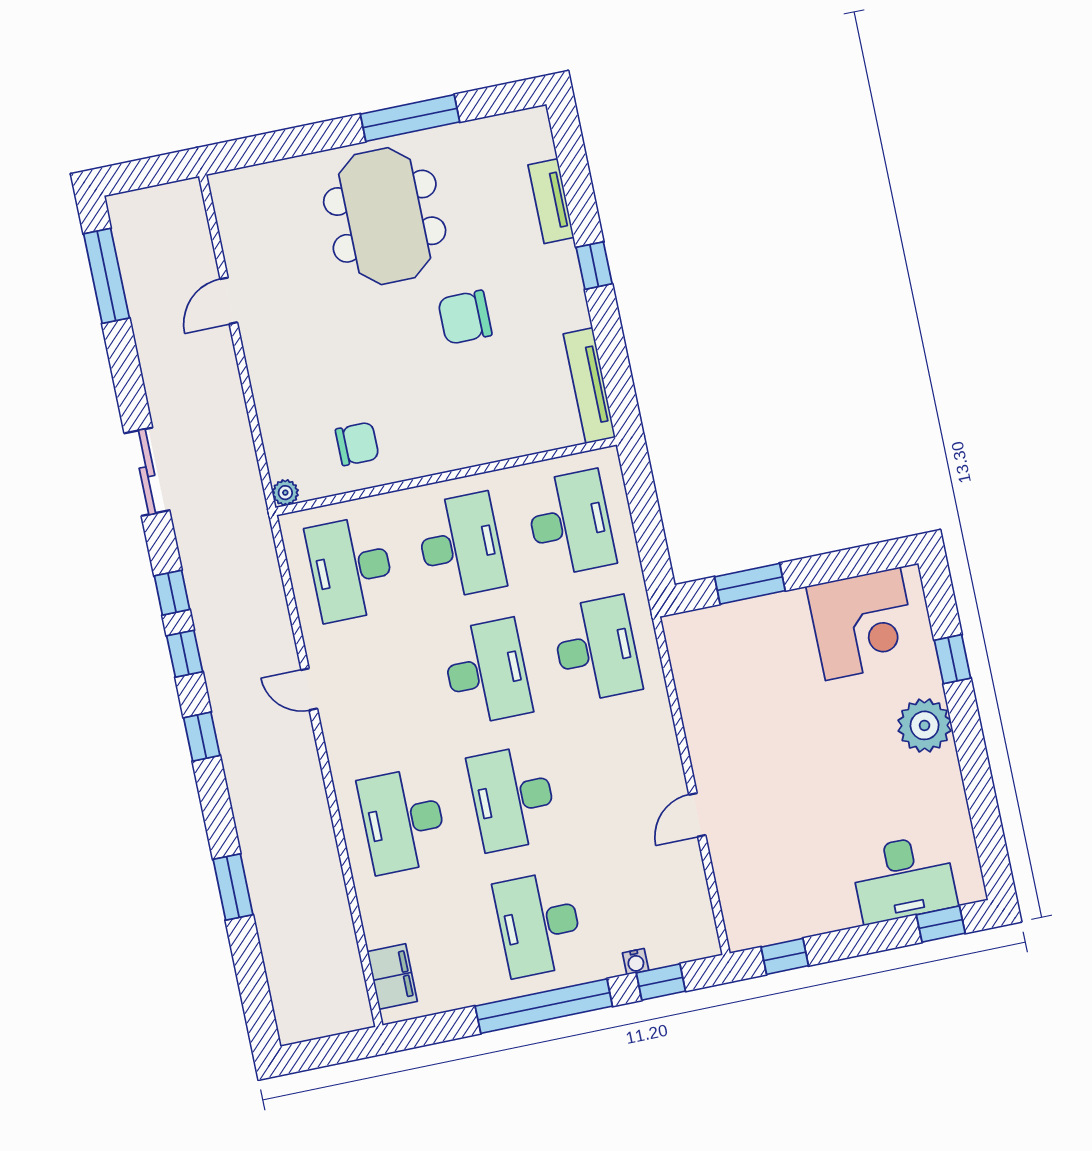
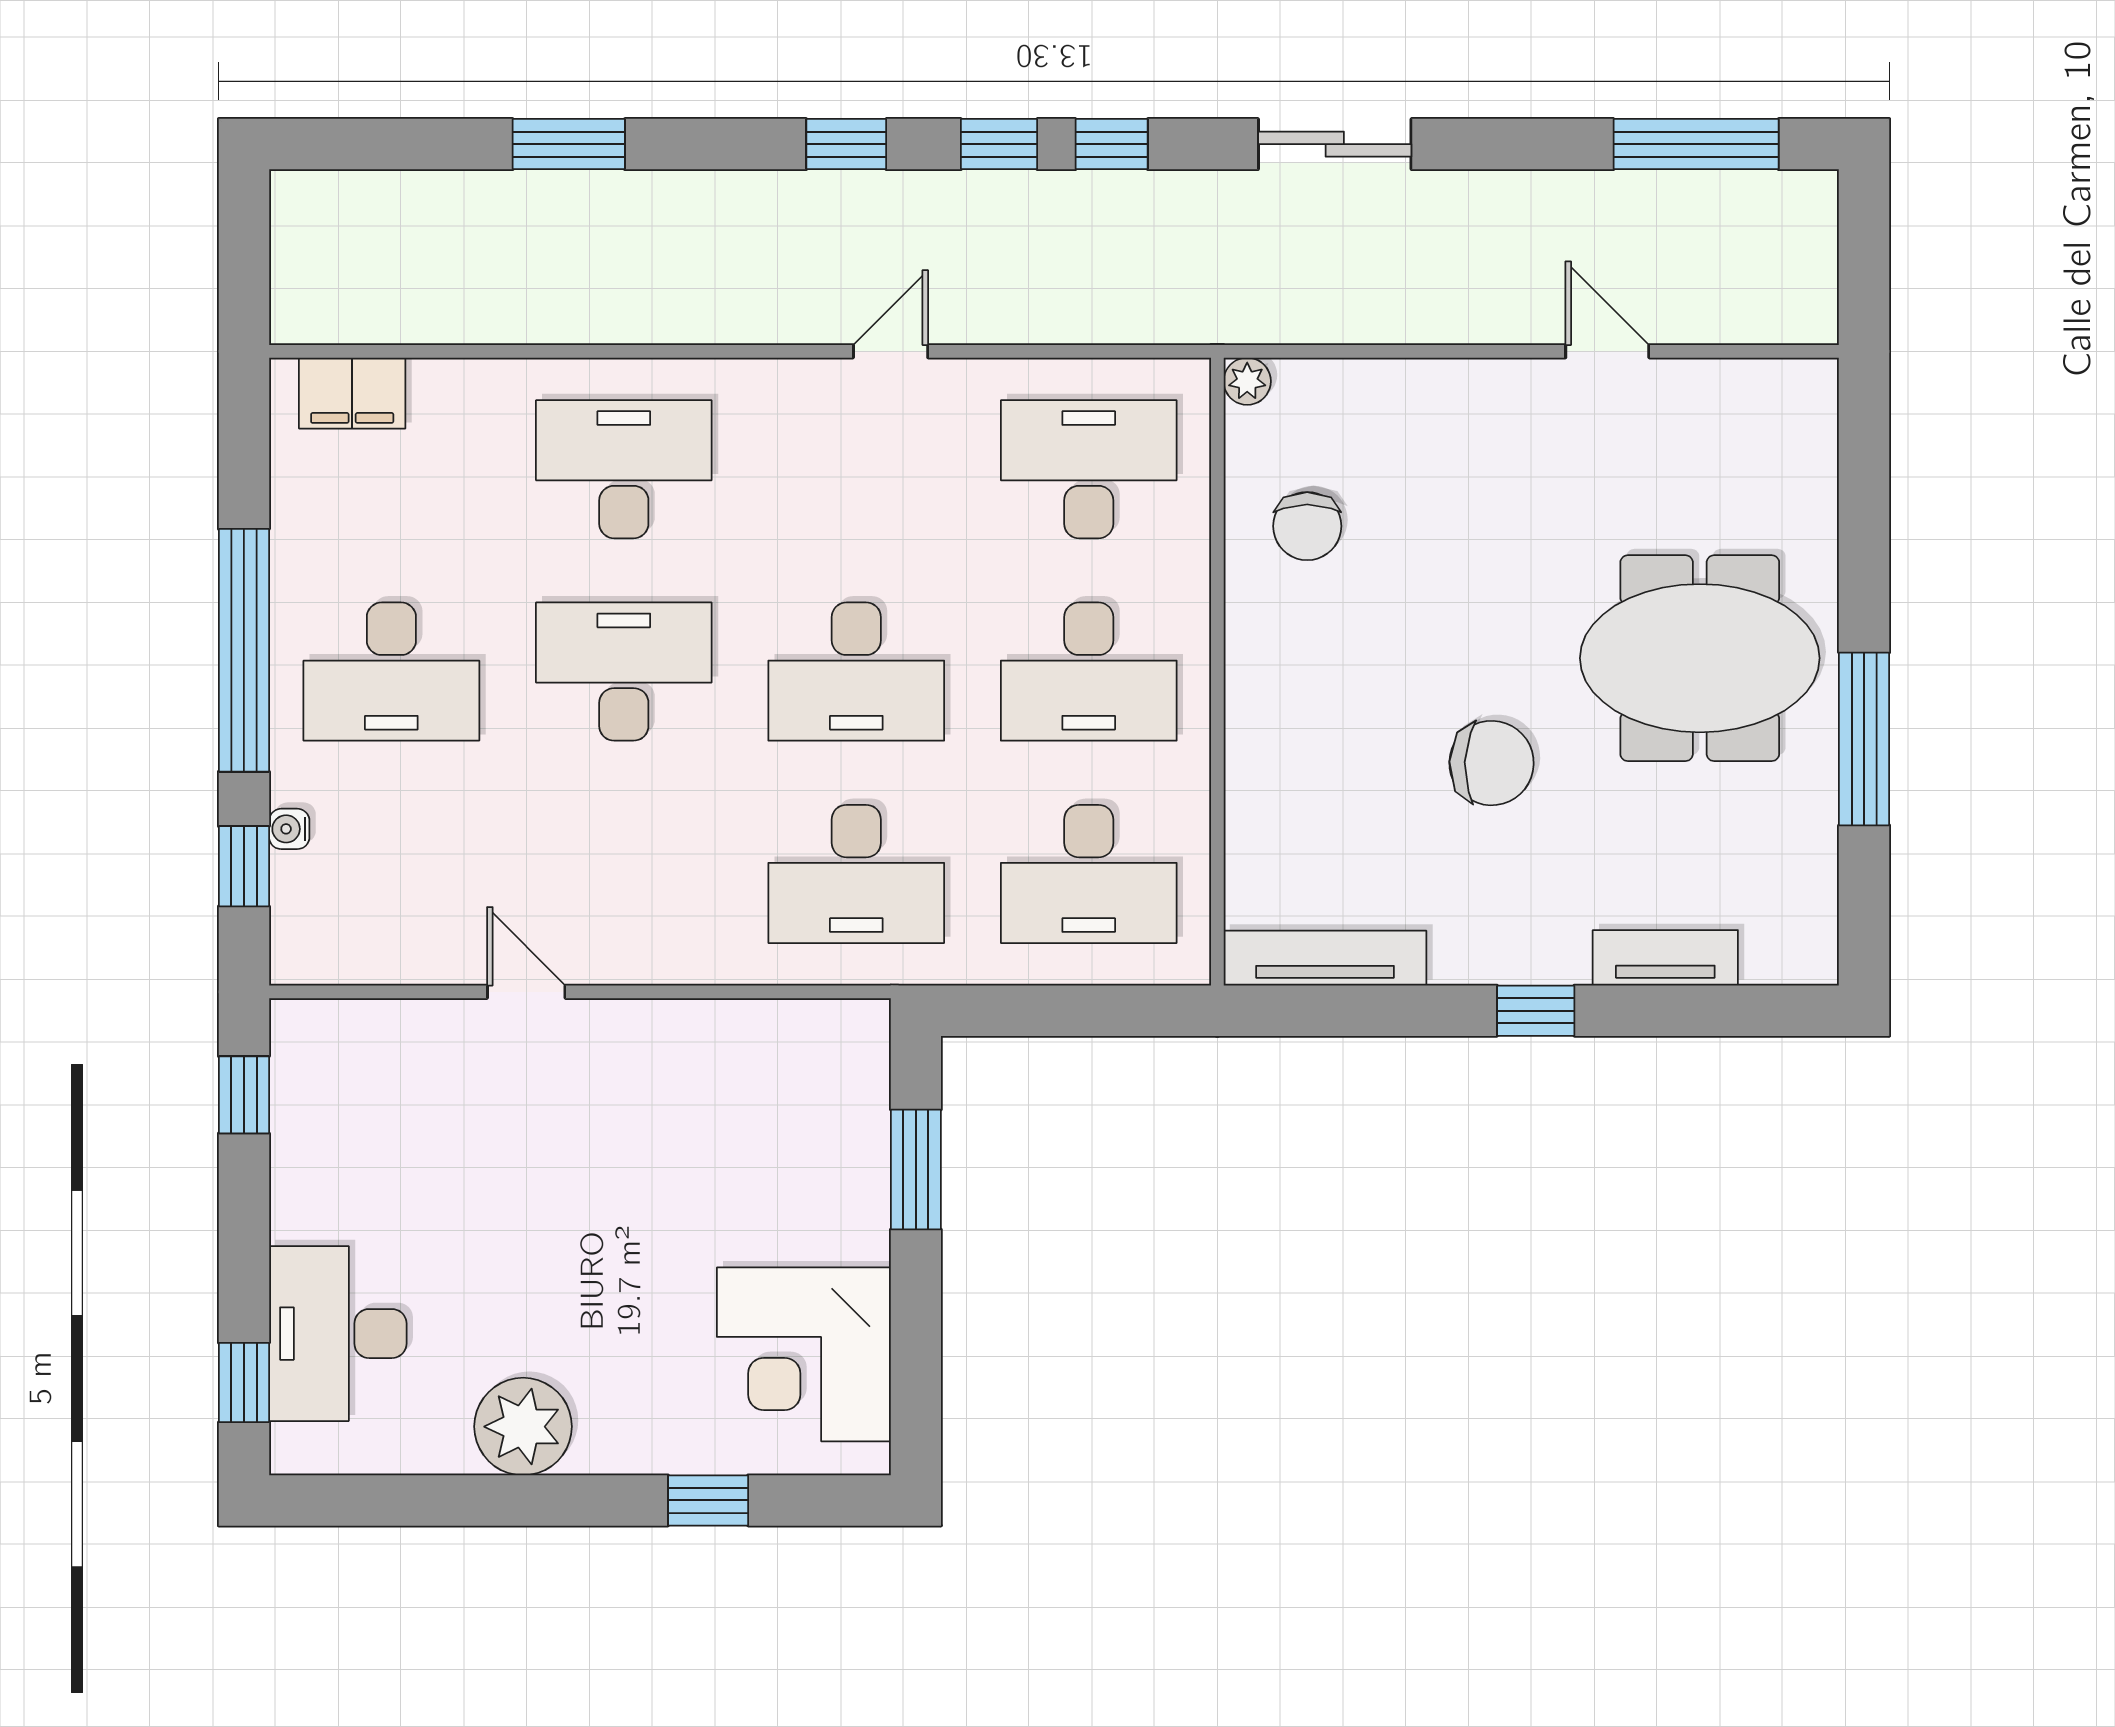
chair: (465, 317) -> (1492, 763), turned 92
plant: (925, 725) -> (523, 1427), moved
desk: (539, 924) -> (391, 672), turned 180

